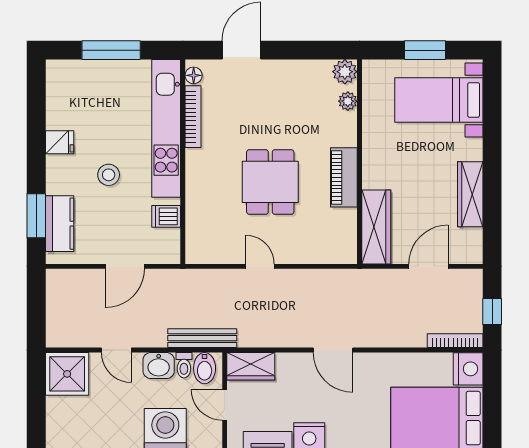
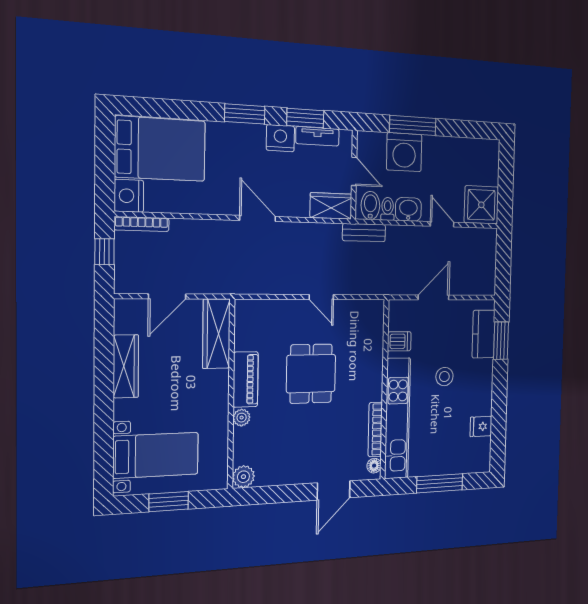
plant: (348, 101) -> (242, 418), moved
fridge: (60, 142) -> (481, 426), moved
bench: (202, 338) -> (364, 233), width x0.73

